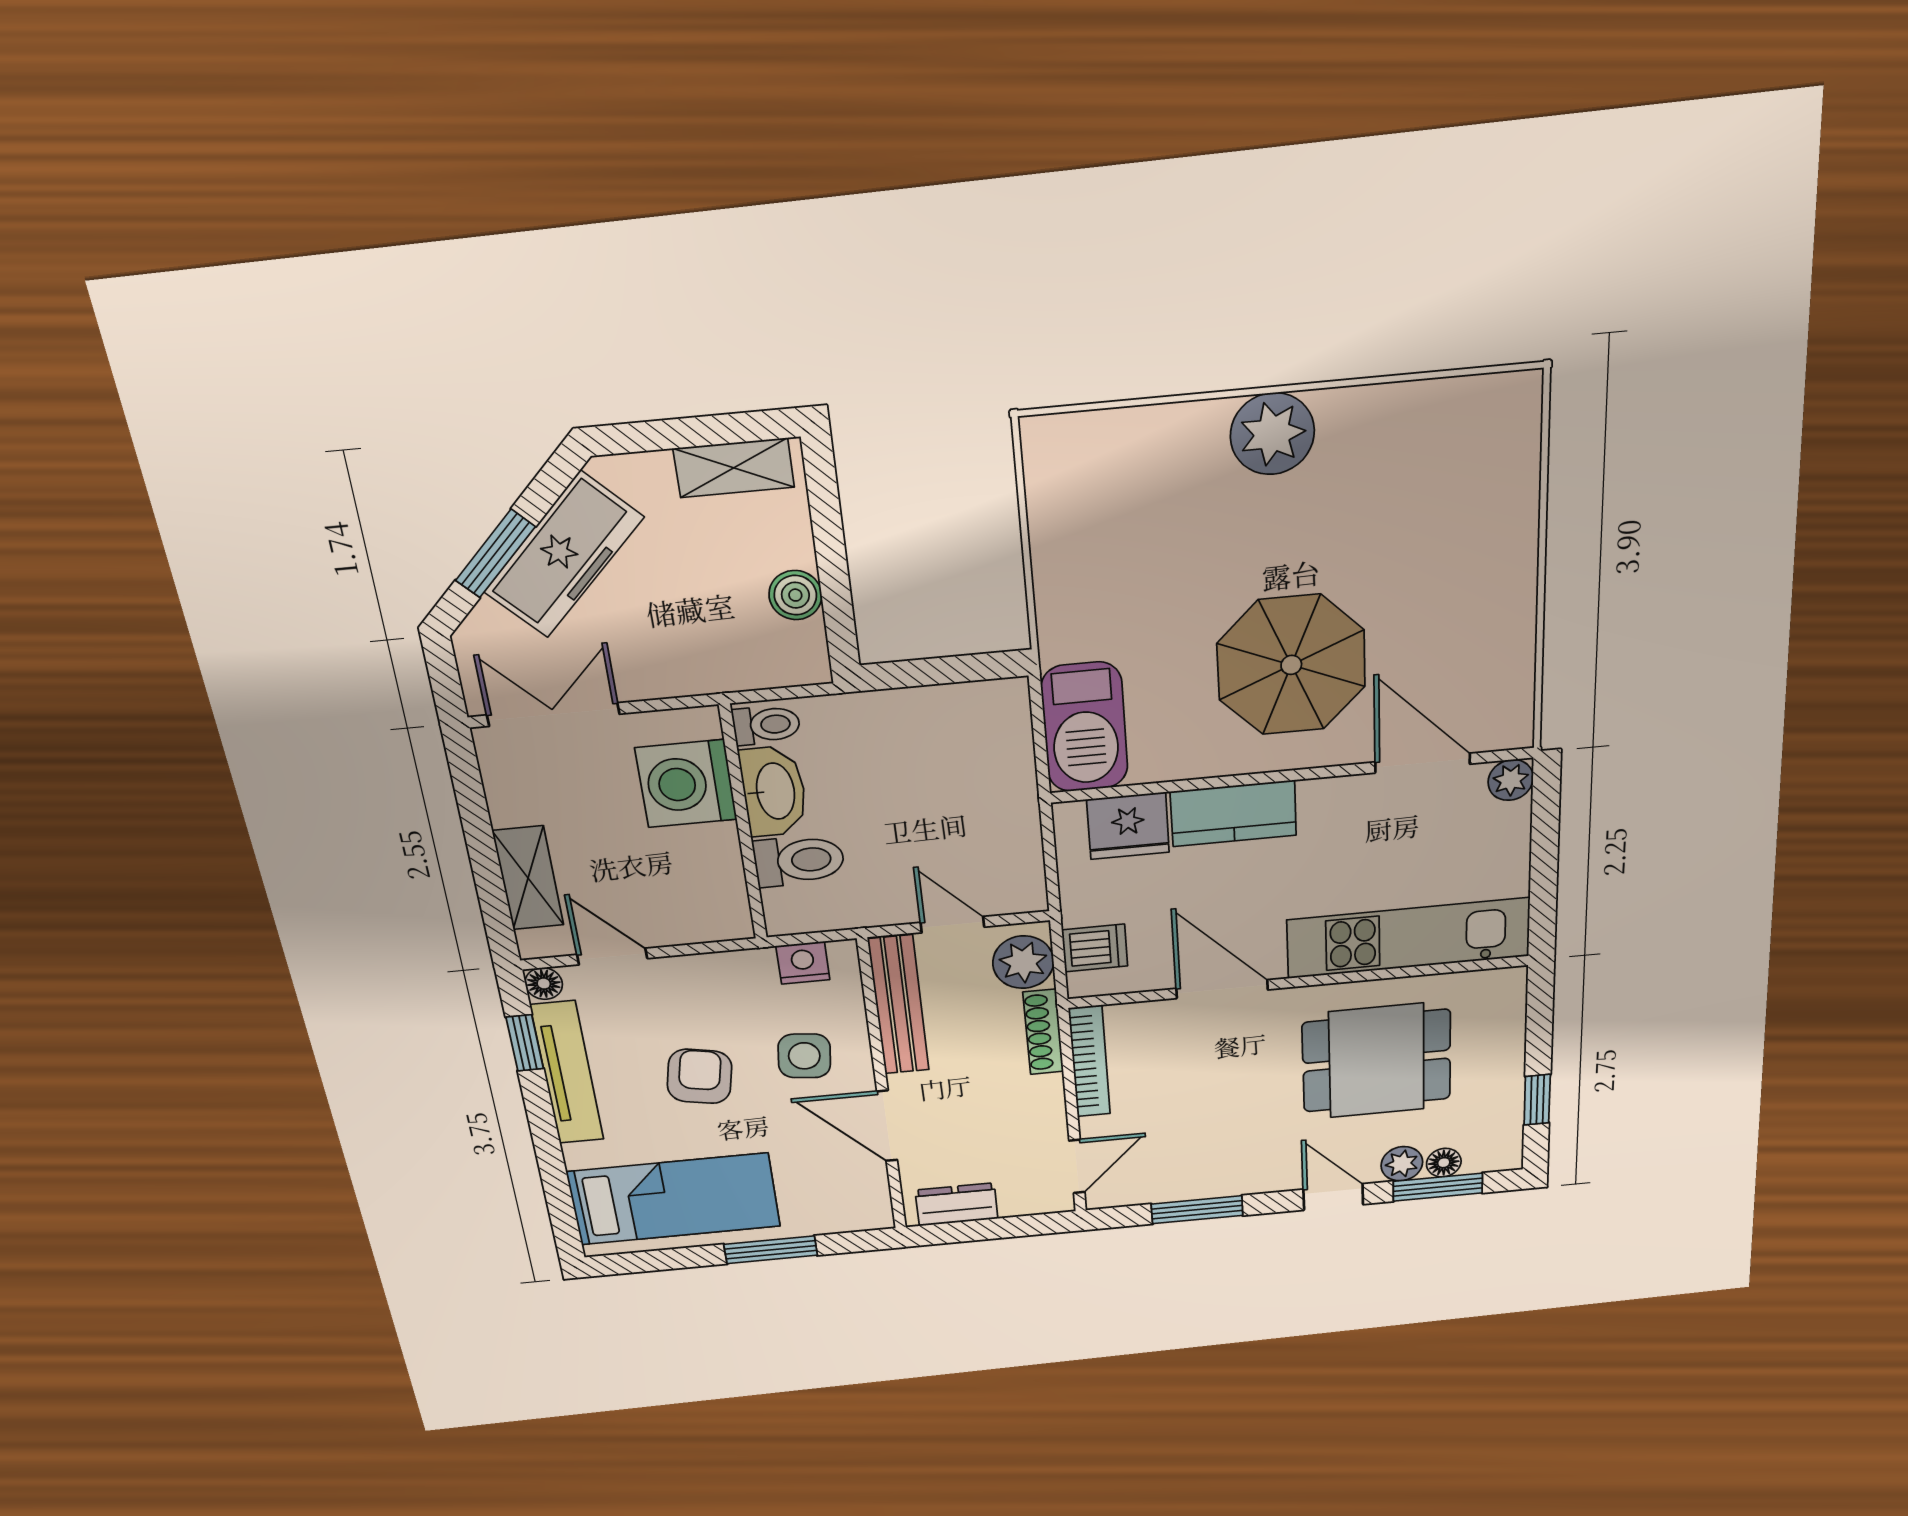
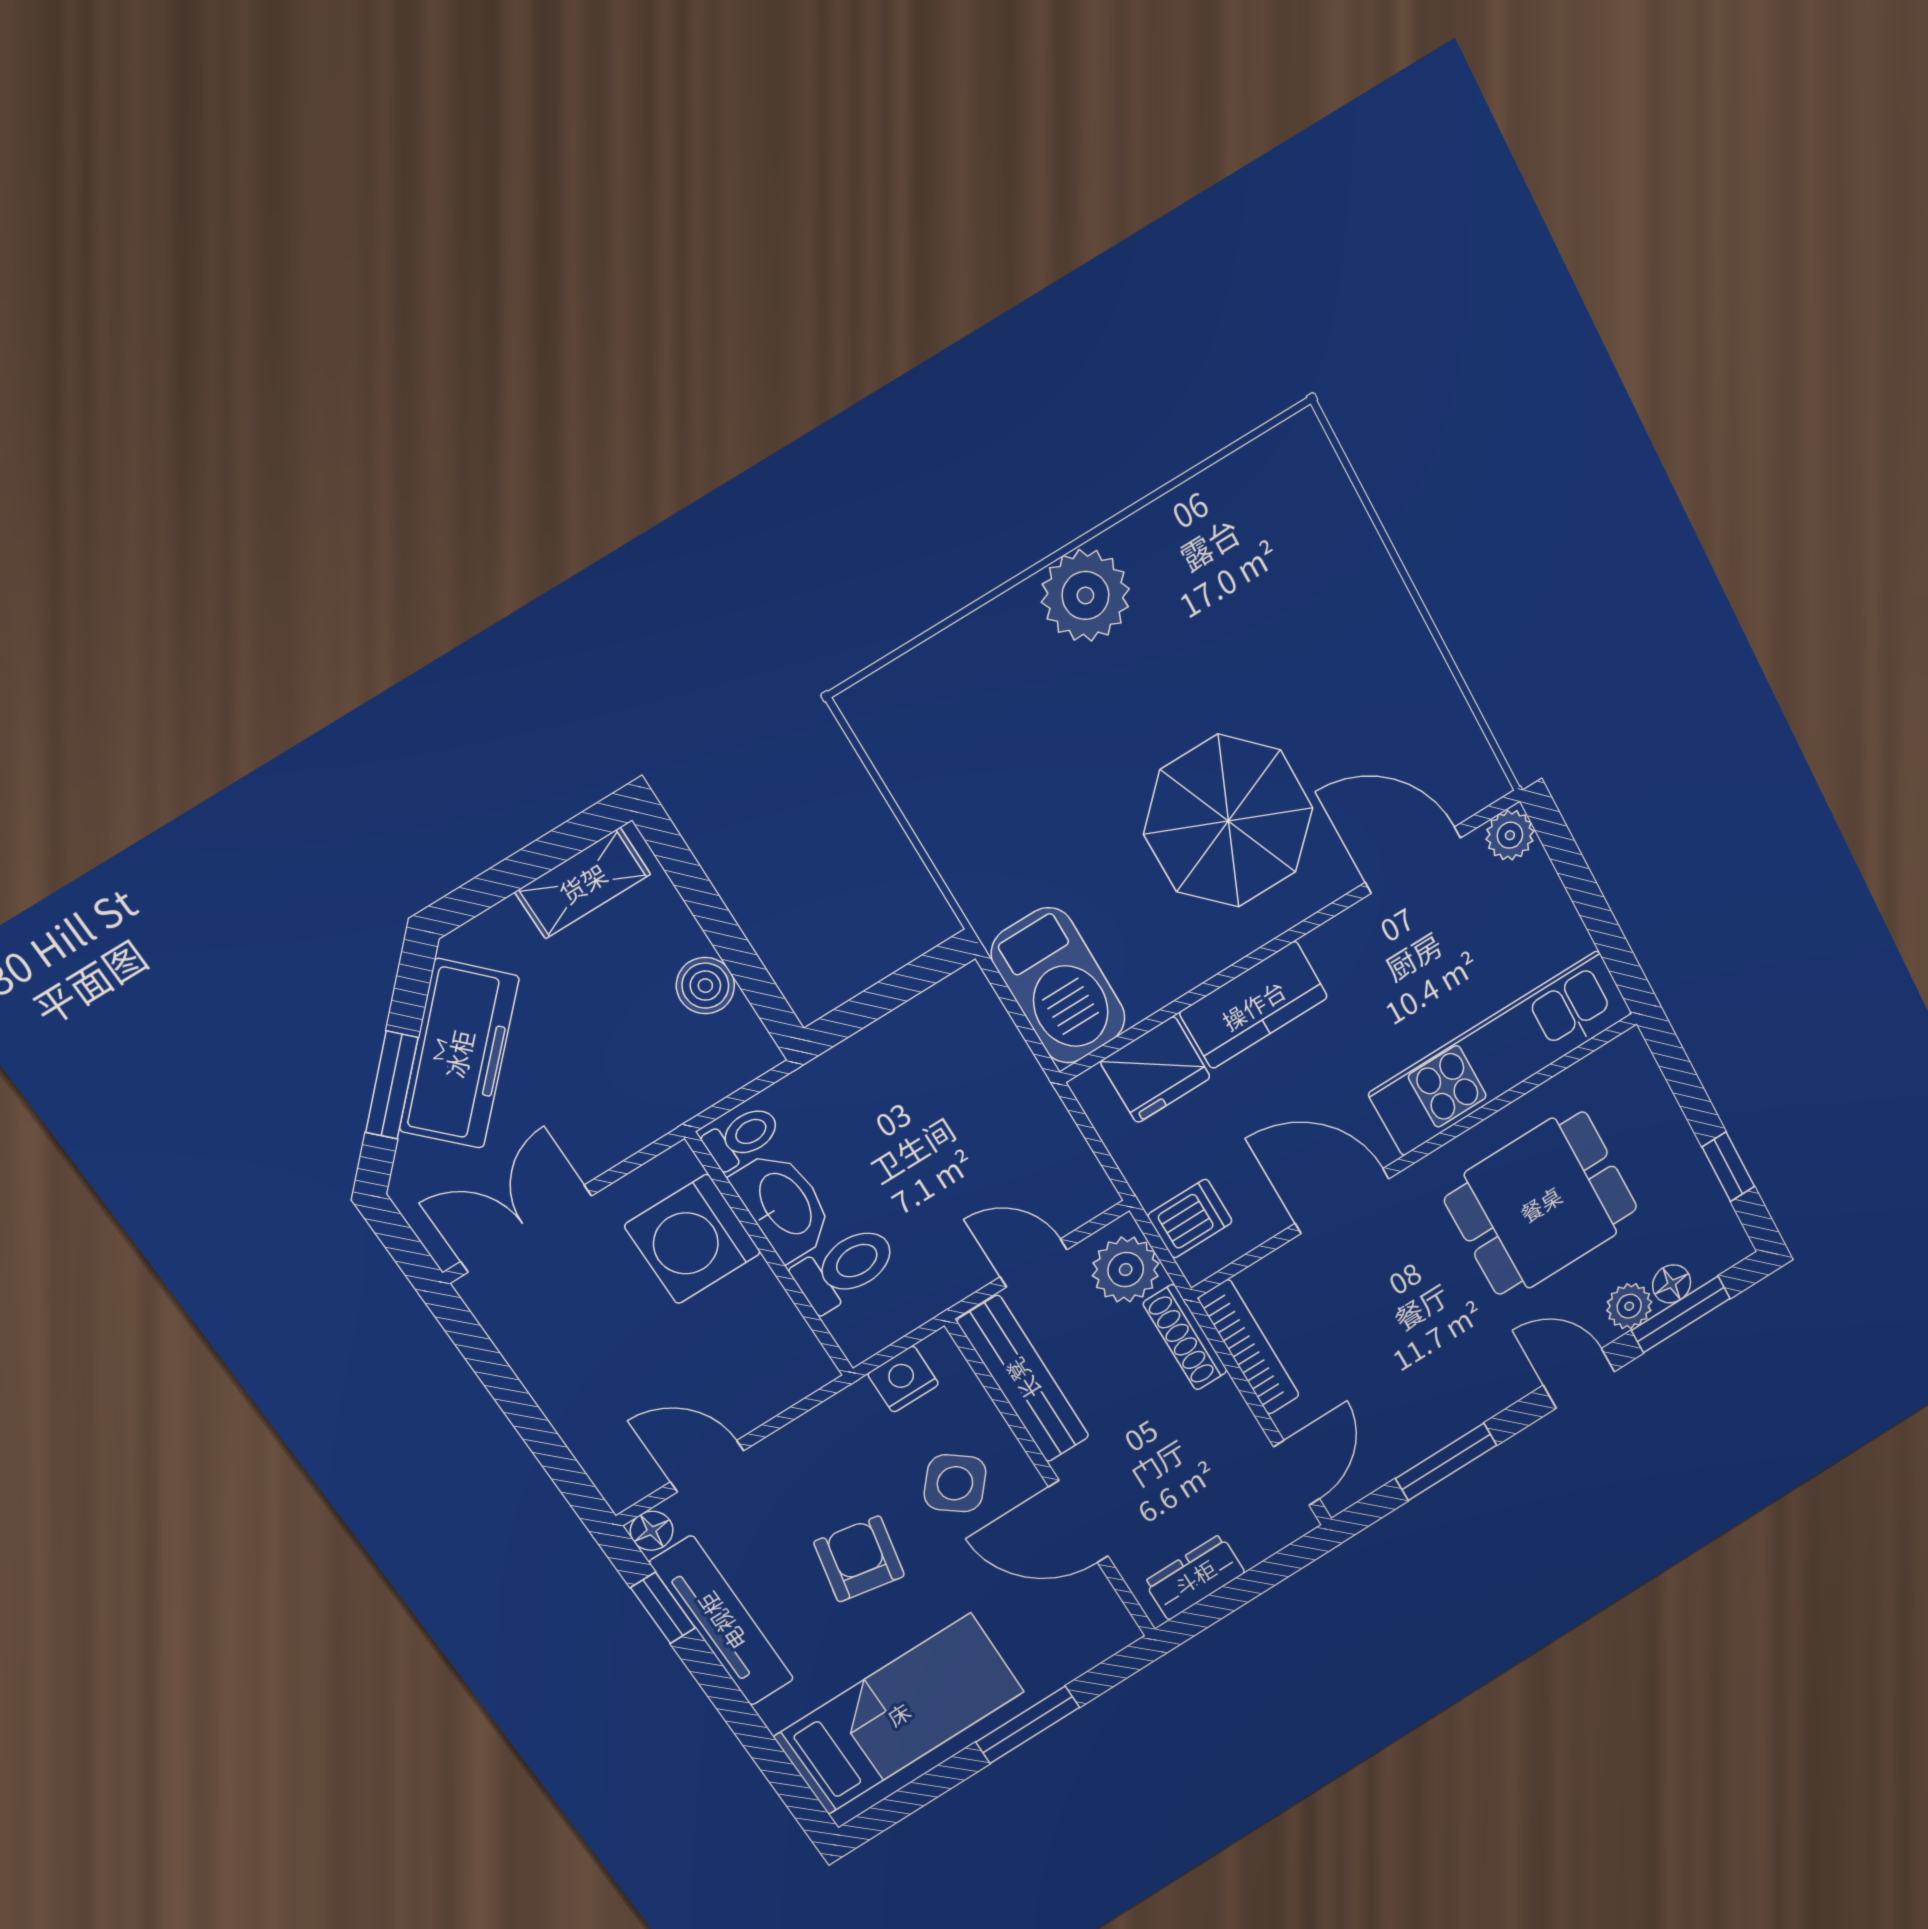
shelving: (528, 878) -> (582, 1420), removed
side table: (804, 1056) -> (955, 1483), turned 33

